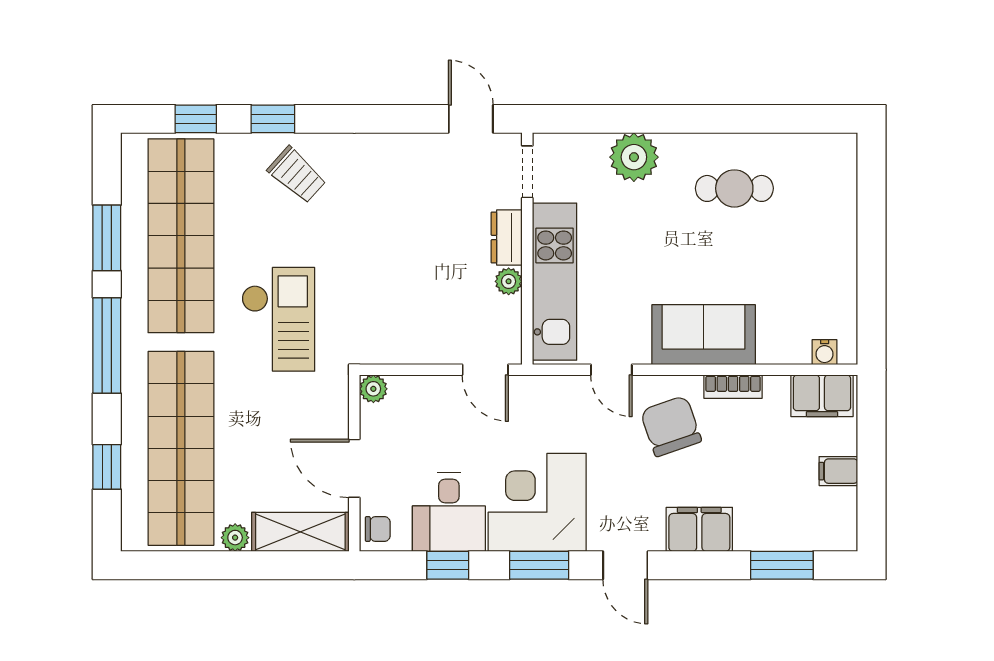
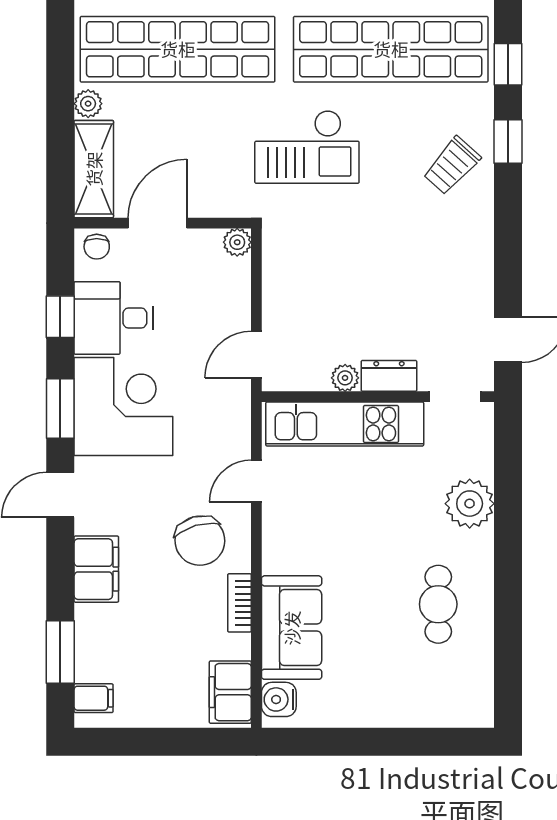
sofa: (704, 335) -> (292, 628), moved
water cooler: (825, 352) -> (279, 699), width x1.38, depth x1.38
chair: (671, 426) -> (200, 541), turned 93
filing cabinet: (838, 471) -> (94, 698), moved, turned 90

